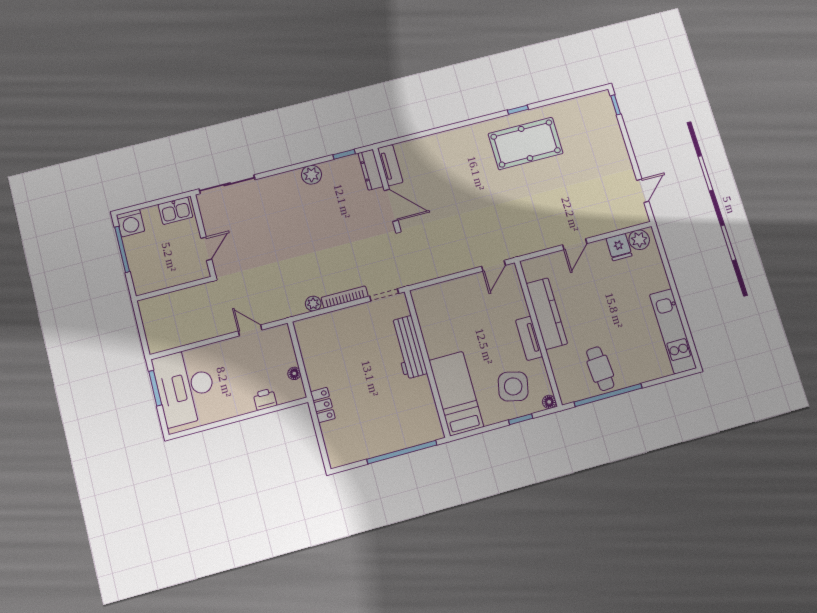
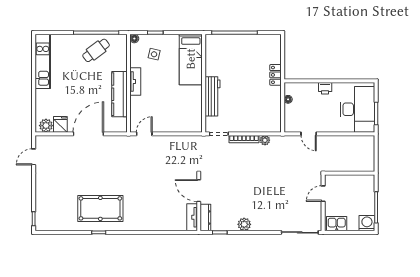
door: (575, 244) -> (88, 134), width x1.88
cafe table: (600, 369) -> (96, 50), turned 57
side table: (513, 386) -> (154, 54), width x0.54, depth x0.54
printer: (265, 399) -> (325, 88), moved

